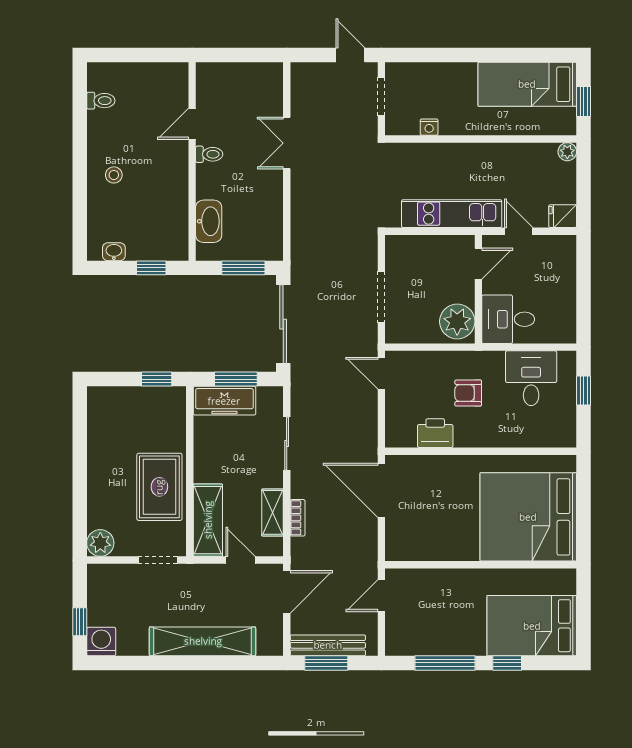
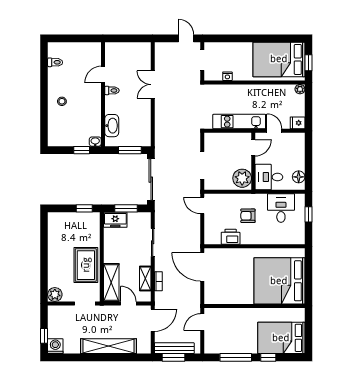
bed: (527, 84) -> (279, 59), width x1.50
washbasin: (114, 252) -> (95, 142), moved
floor lamp: (565, 319) -> (299, 177), added
freezer: (224, 401) -> (115, 220), width x0.71

